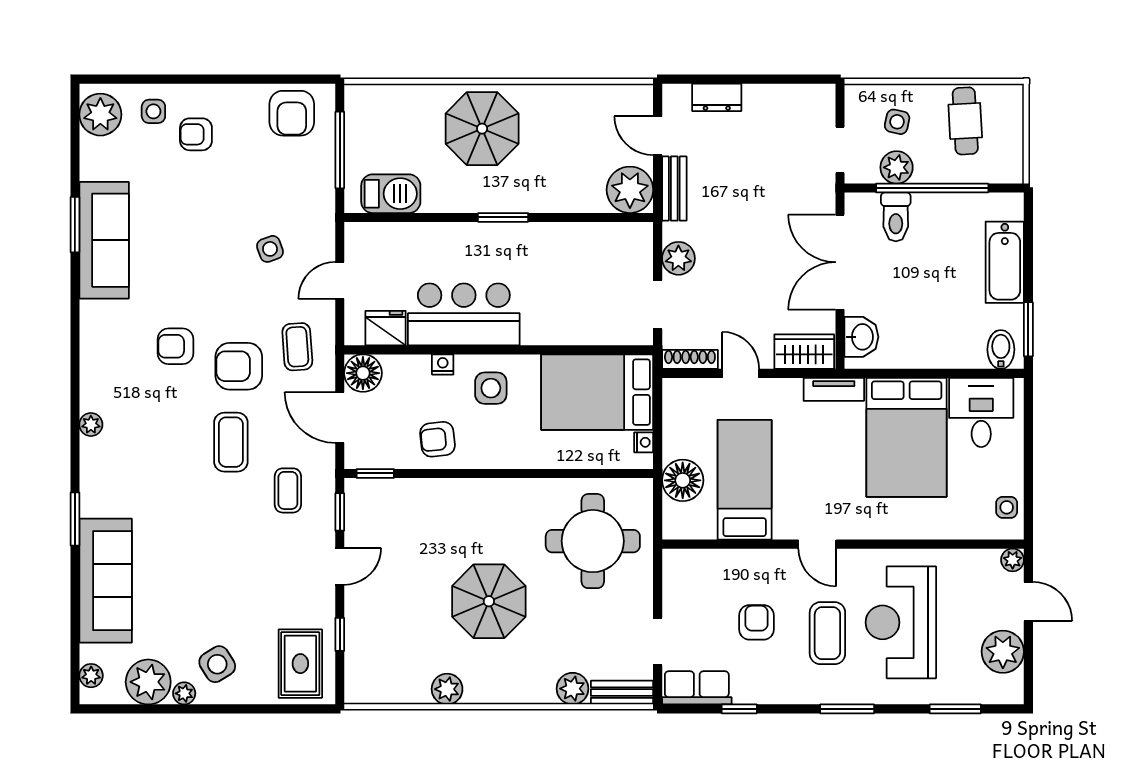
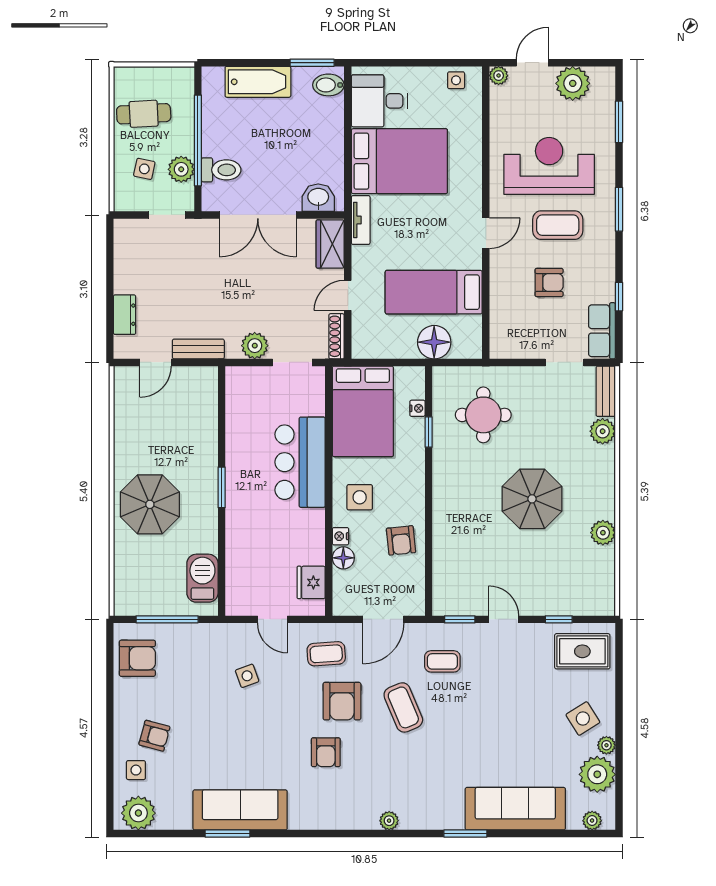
armchair: (196, 134) -> (154, 736), turned -75
plant: (630, 190) -> (199, 385), removed
bar counter: (464, 314) -> (300, 462), moved
floor lamp: (363, 373) -> (343, 558), moved, width x0.73, depth x0.73
coffee table: (231, 442) -> (403, 707), turned 67
nightstand: (644, 442) -> (417, 408), moved, turned 90
window: (375, 473) -> (429, 432), moved
round table: (593, 541) -> (483, 415), width x0.73, depth x0.73
armchair: (757, 622) -> (549, 282), turned 180
reception desk: (901, 622) -> (549, 166), turned 180

